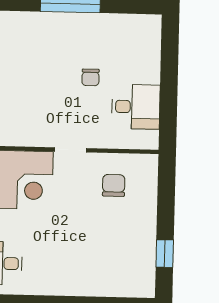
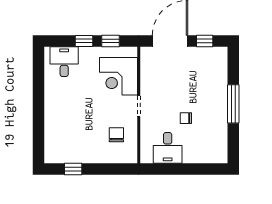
chair: (114, 185) -> (116, 135), turned -90

